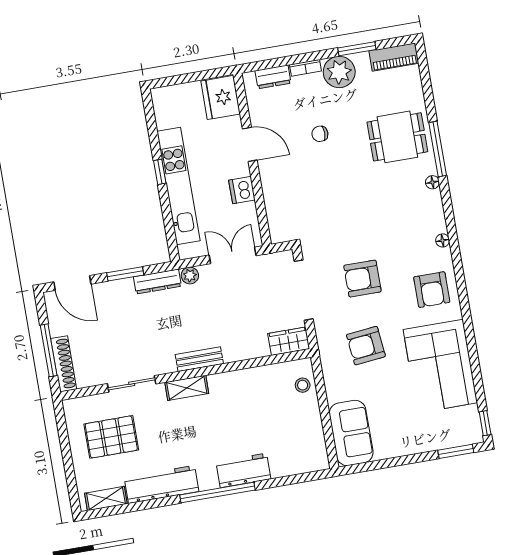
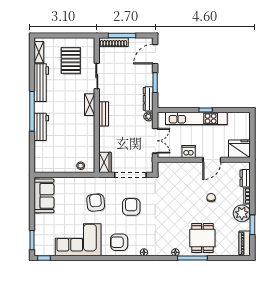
sofa: (351, 433) -> (44, 196), moved, turned -90

